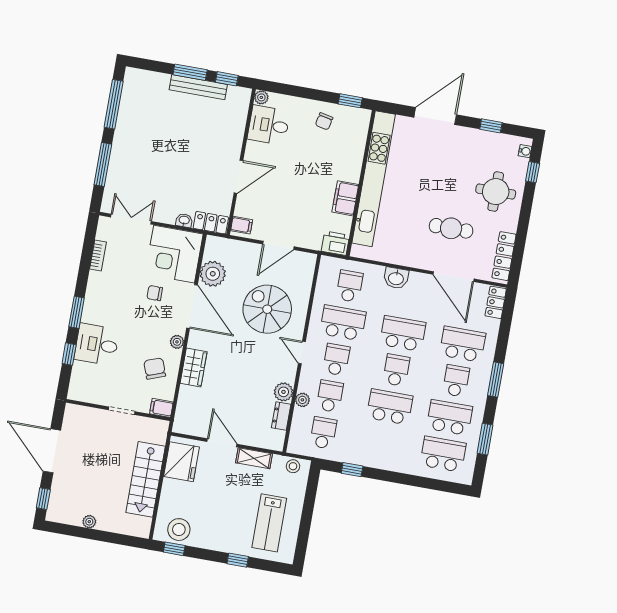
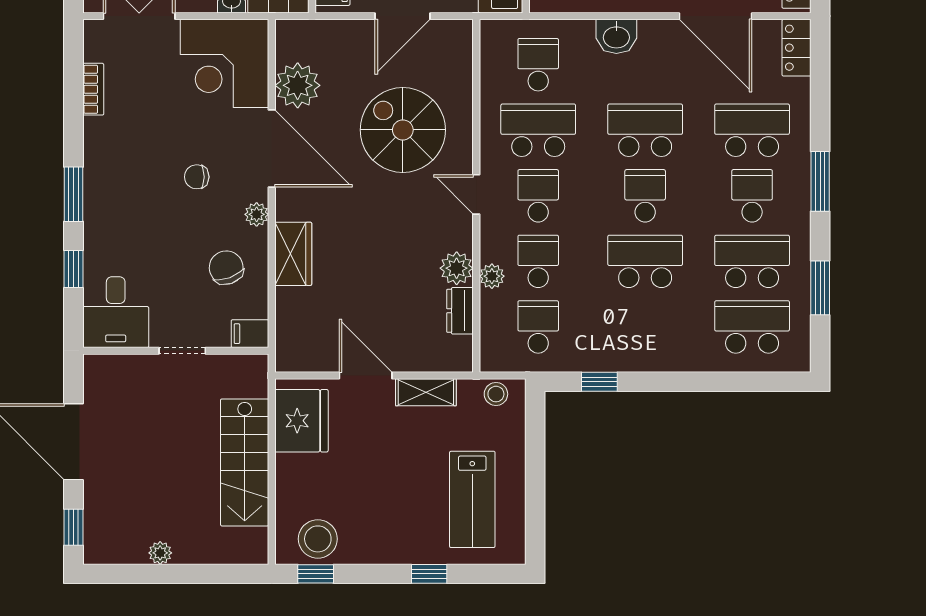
chair: (155, 293) -> (197, 177), moved
desk: (97, 344) -> (116, 312), moved, turned -90

